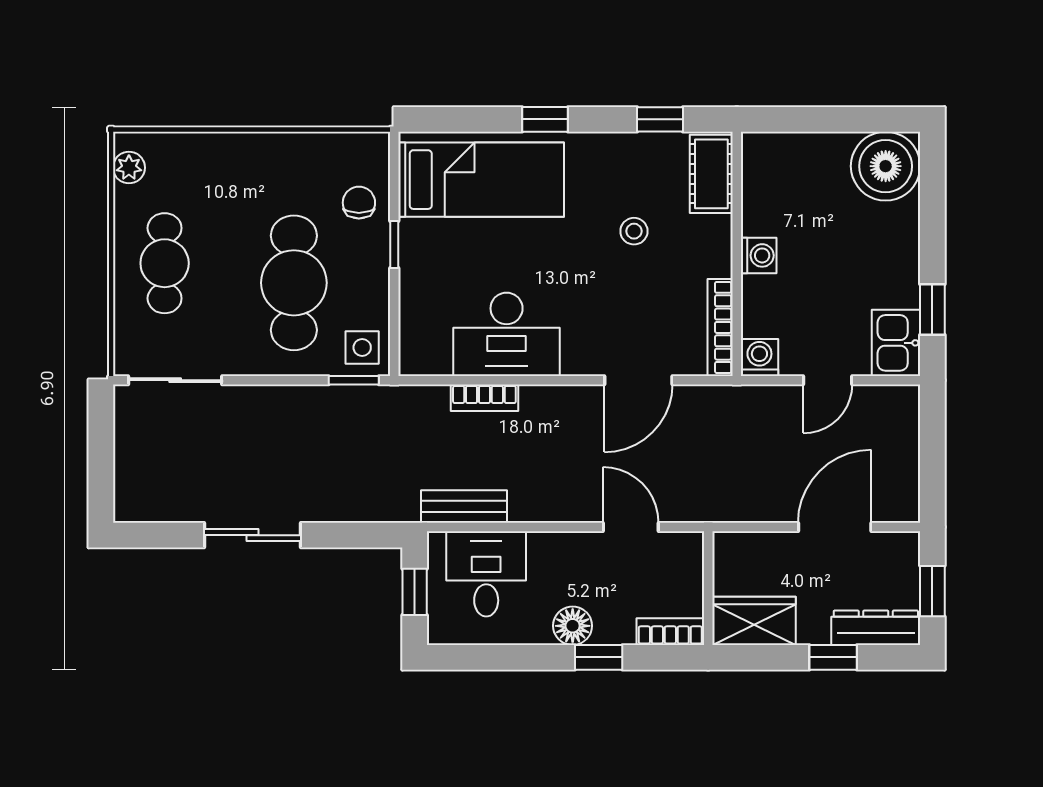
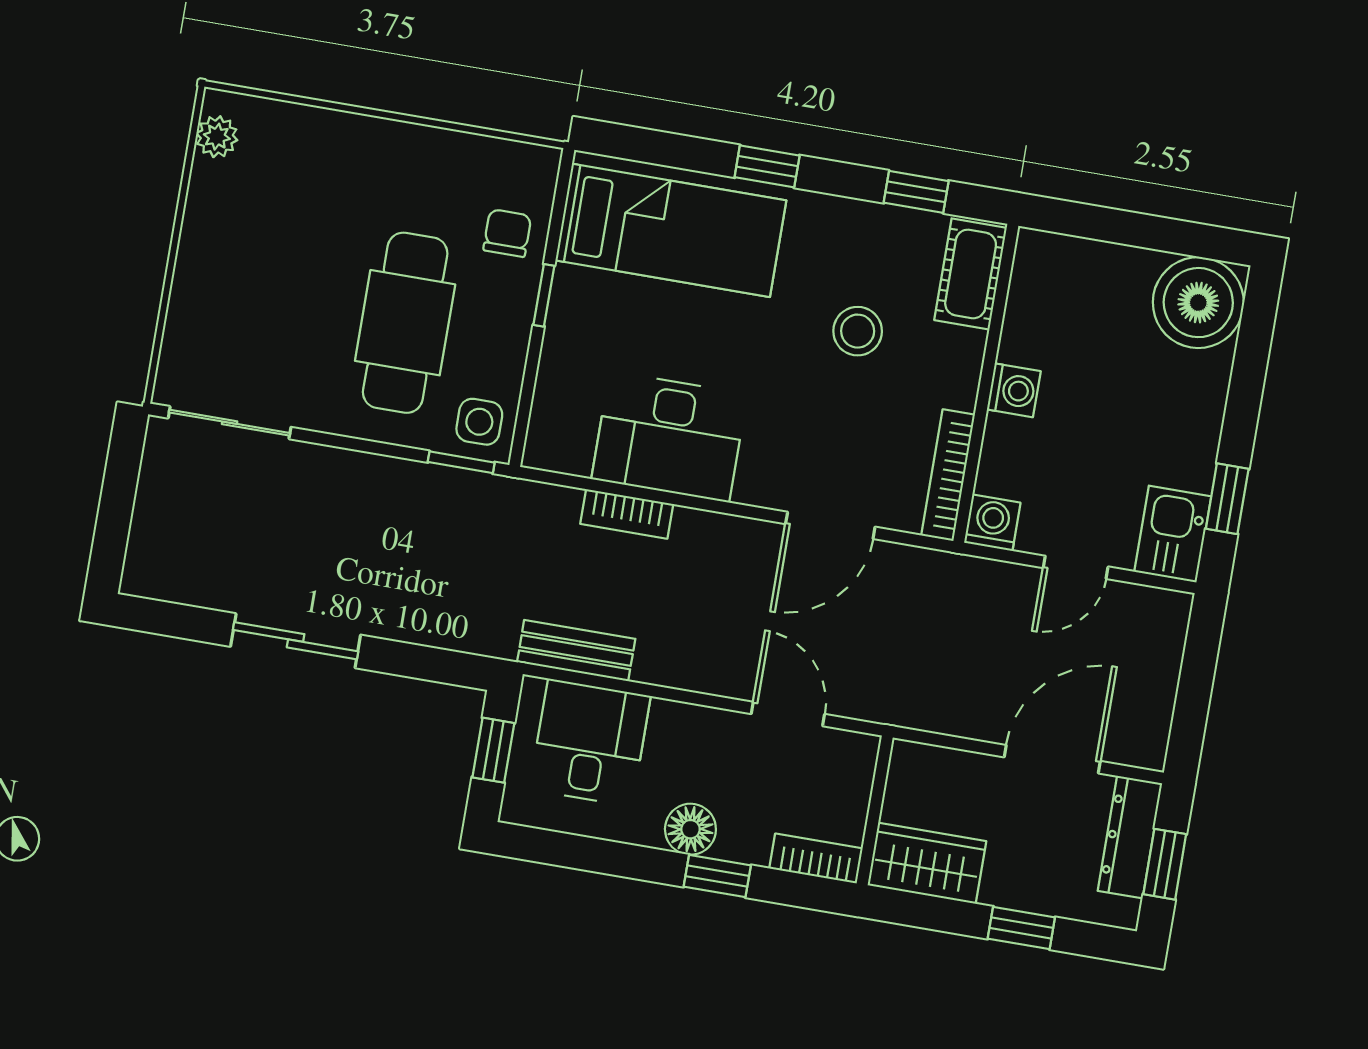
stool: (634, 231) -> (858, 331), width x1.37, depth x1.37
cafe table: (165, 263) -> (242, 269), removed
dresser: (876, 628) -> (1130, 837), moved, turned -90

